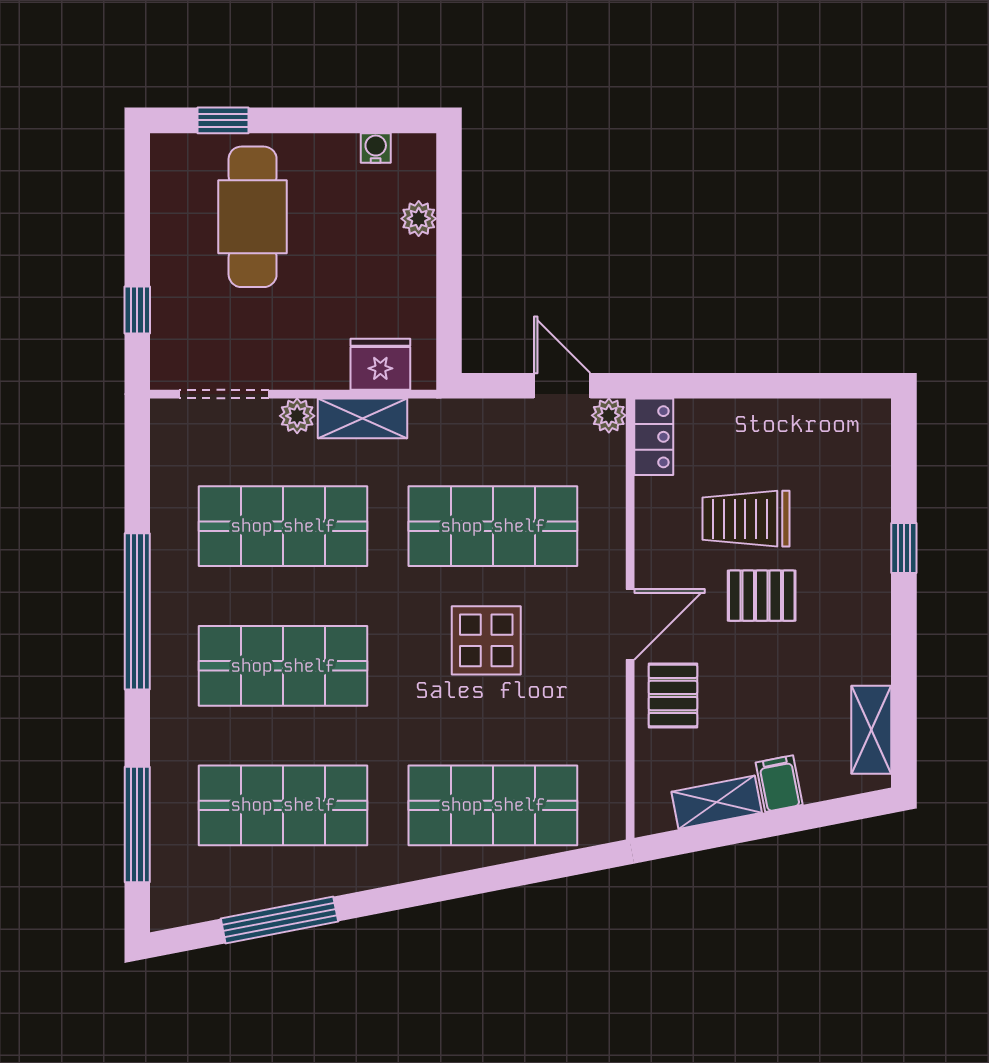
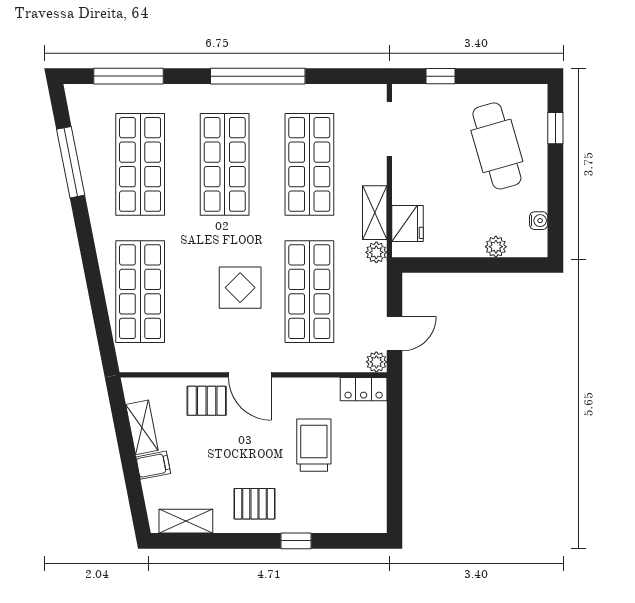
cafe table: (253, 217) -> (497, 146), turned 74
plant: (297, 416) -> (376, 252), moved
pallet: (762, 596) -> (254, 504), moved, turned 90

